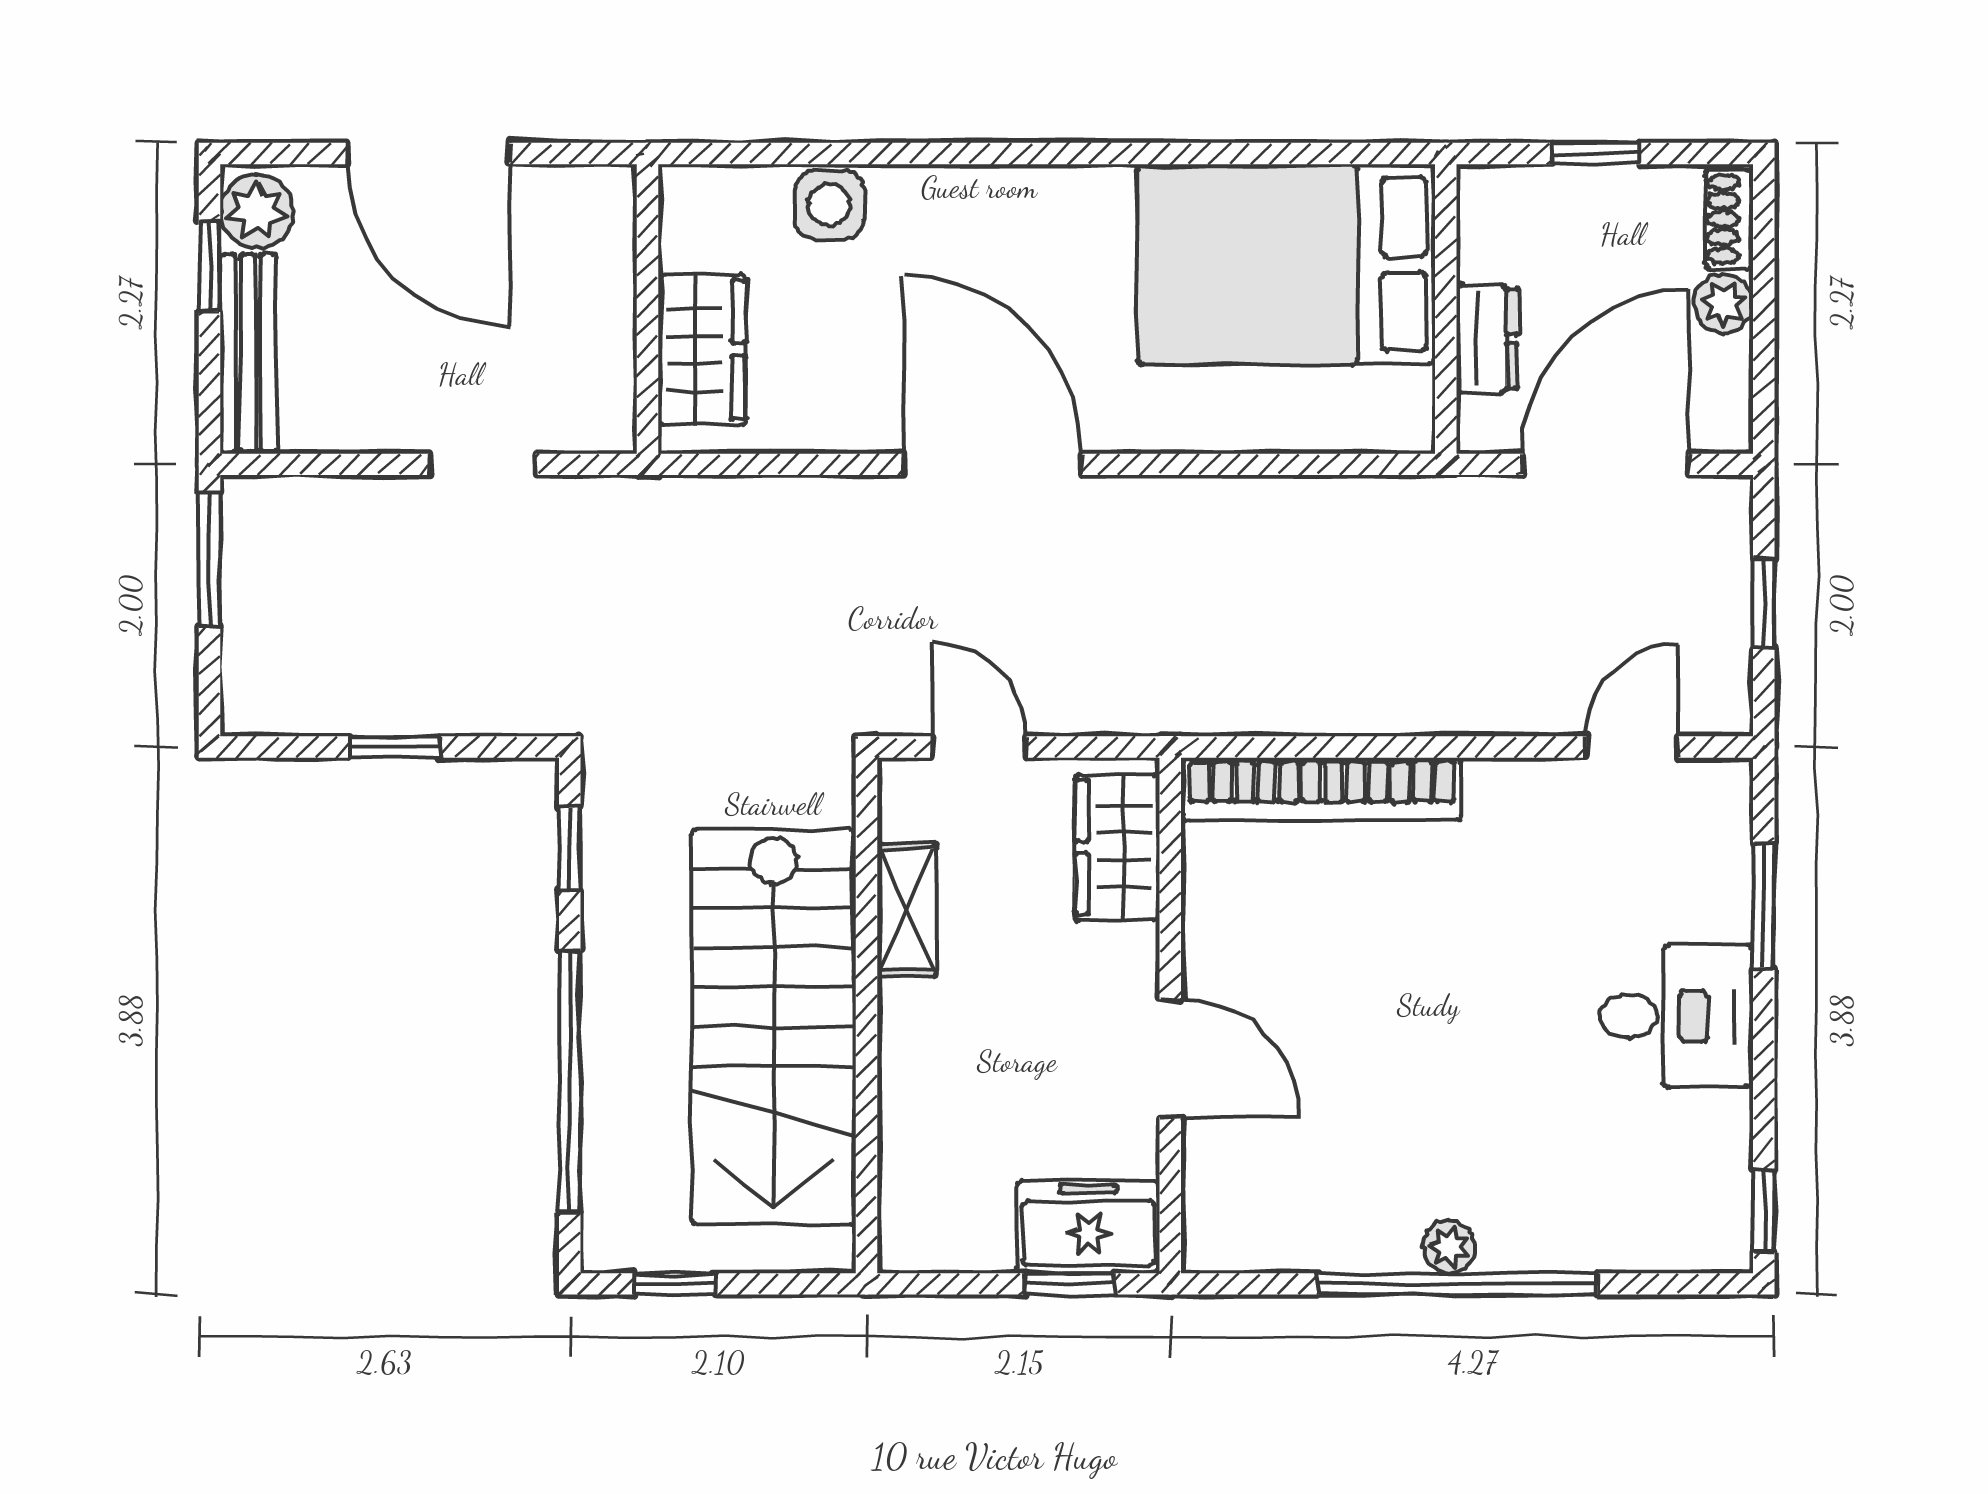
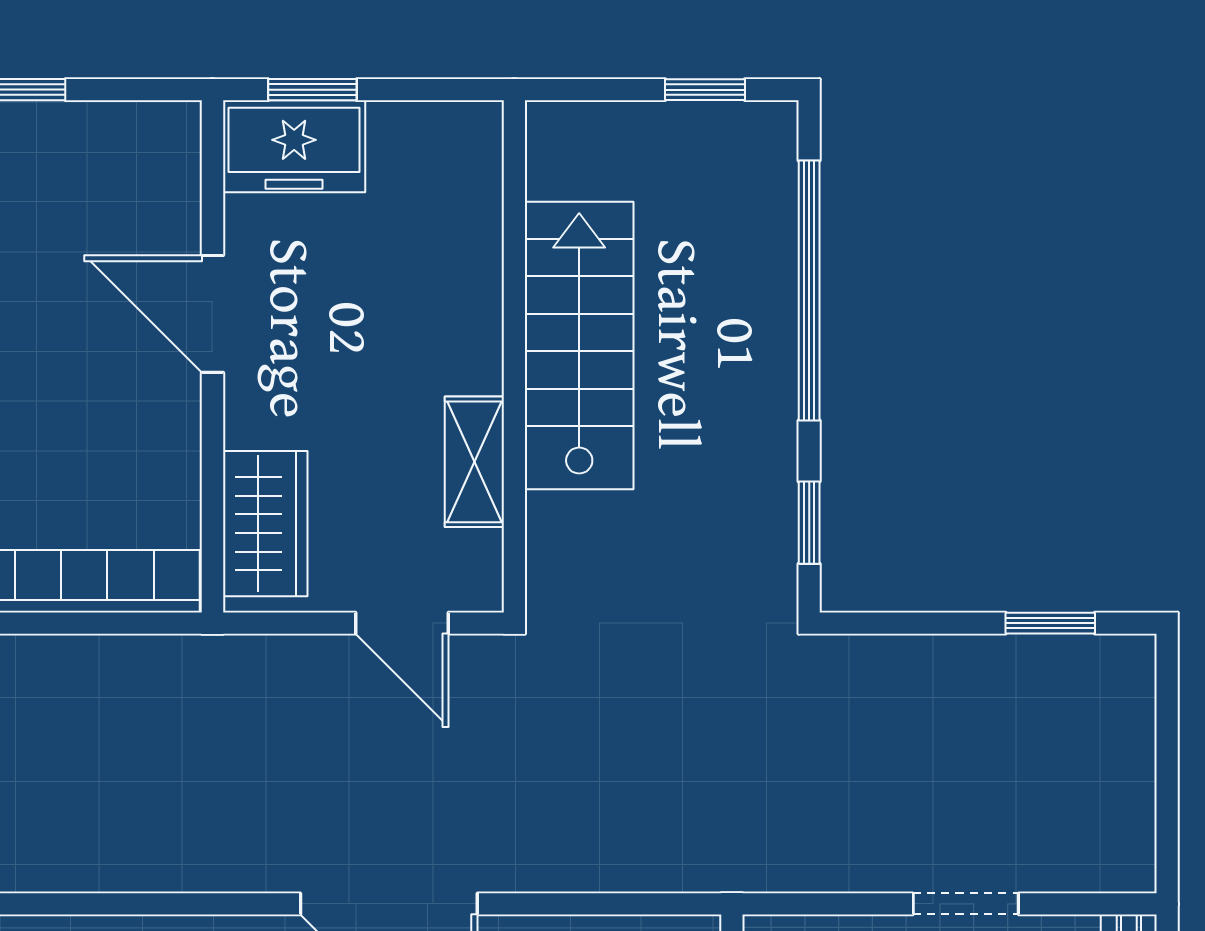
doorway: (482, 464) -> (966, 904), moved
window: (209, 560) -> (1167, 809), removed
window: (395, 747) -> (1050, 623), moved
stairs: (774, 1026) -> (579, 345), width x0.73, depth x0.66

